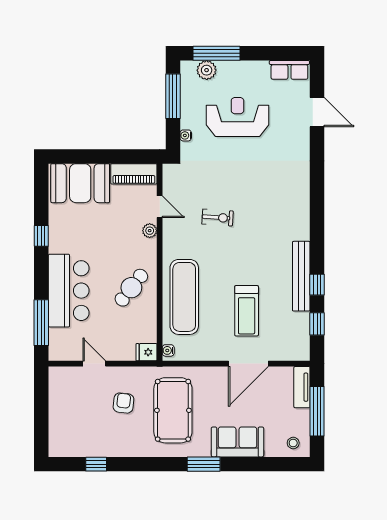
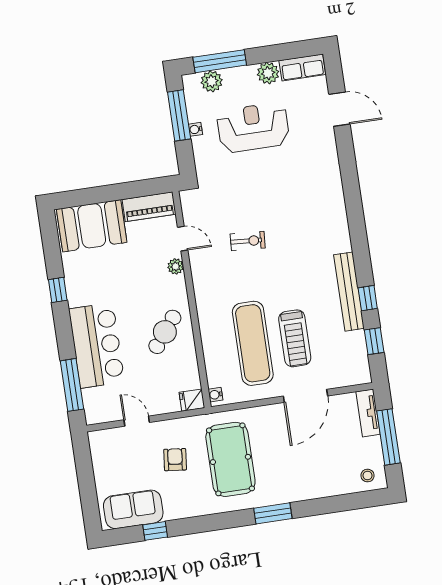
plant: (258, 70) -> (268, 73), added
water cooler: (186, 135) -> (195, 129), moved
exercise mat: (184, 297) -> (253, 343), moved
sofa: (237, 442) -> (133, 509), moved

